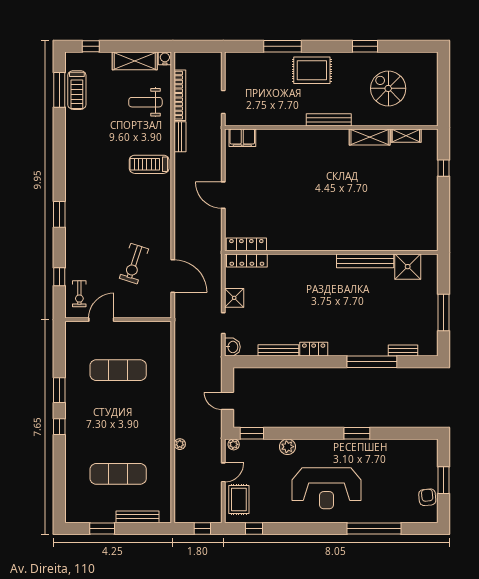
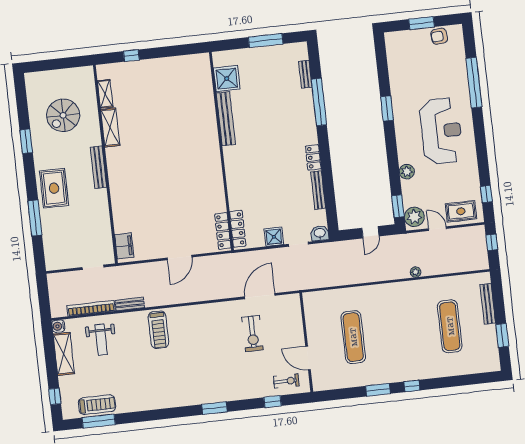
exercise bike: (134, 264) -> (253, 334), turned 72
plant: (234, 444) -> (414, 217), width x1.88, depth x1.88

